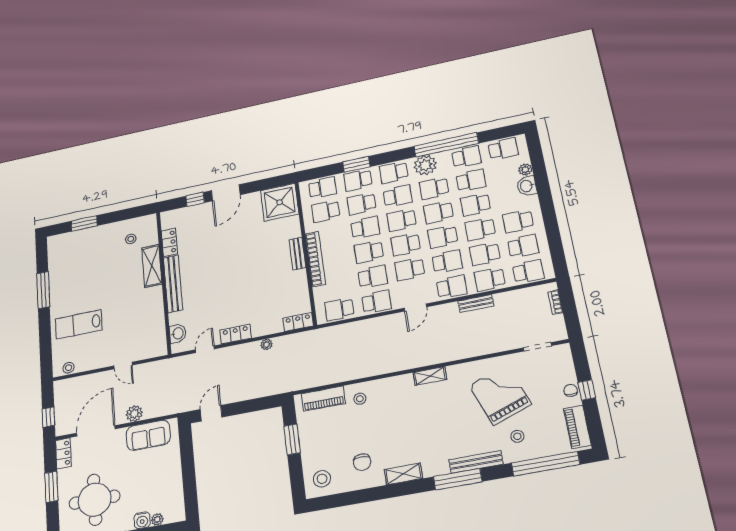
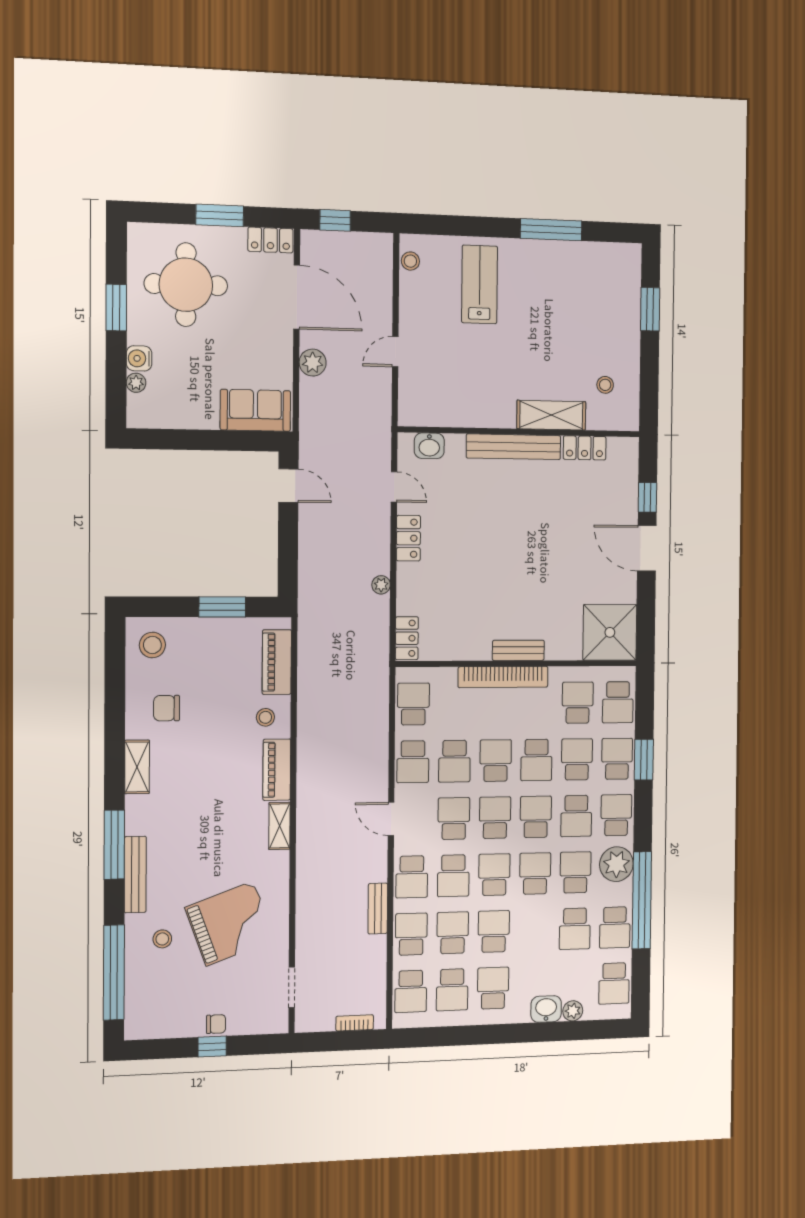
school desk: (475, 205) -> (534, 930), removed
piano: (577, 427) -> (277, 770), moved, turned -90
sofa: (148, 435) -> (255, 410), moved, turned 90

